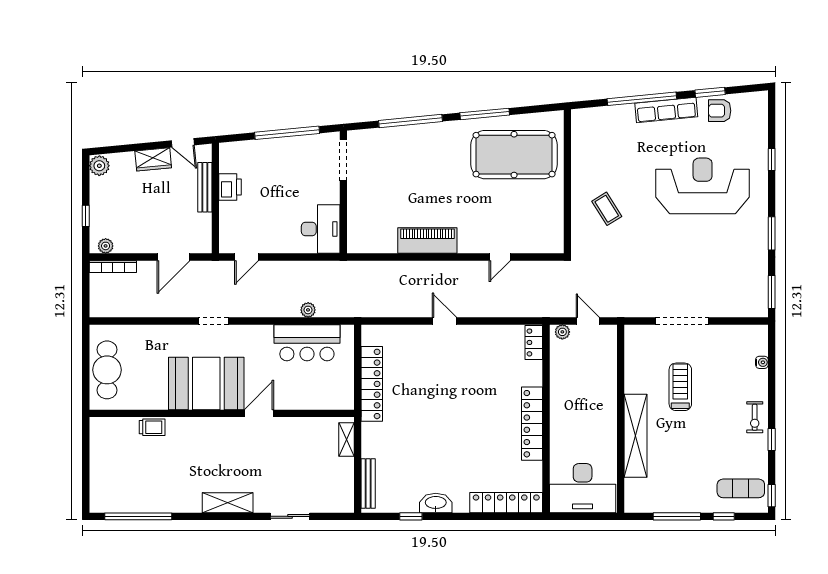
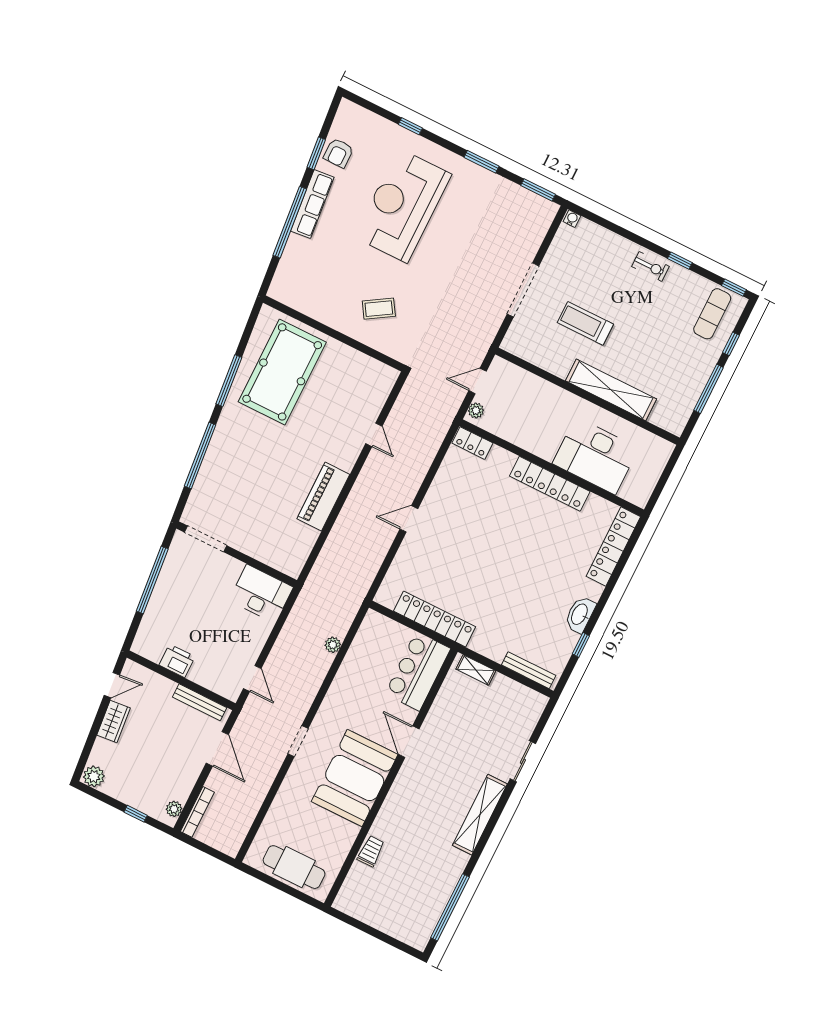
bench: (205, 187) -> (200, 702), moved
bar counter: (307, 343) -> (418, 671), moved, turned 180
water cooler: (762, 362) -> (572, 219), moved
desk: (583, 488) -> (595, 456), moved, turned 90
shelving: (228, 503) -> (480, 815), width x1.47

